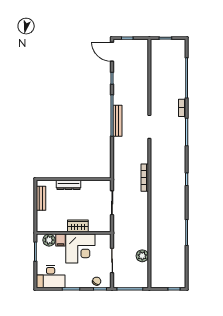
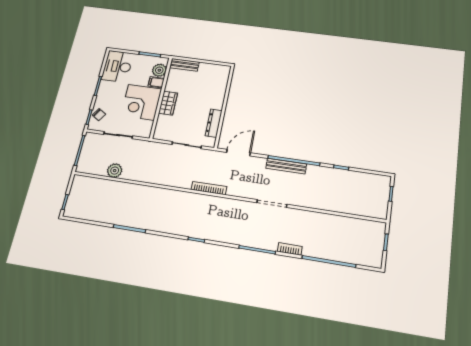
door: (112, 52) -> (239, 153), moved
dresser: (69, 185) -> (214, 123), moved
bench: (41, 198) -> (184, 65), moved

